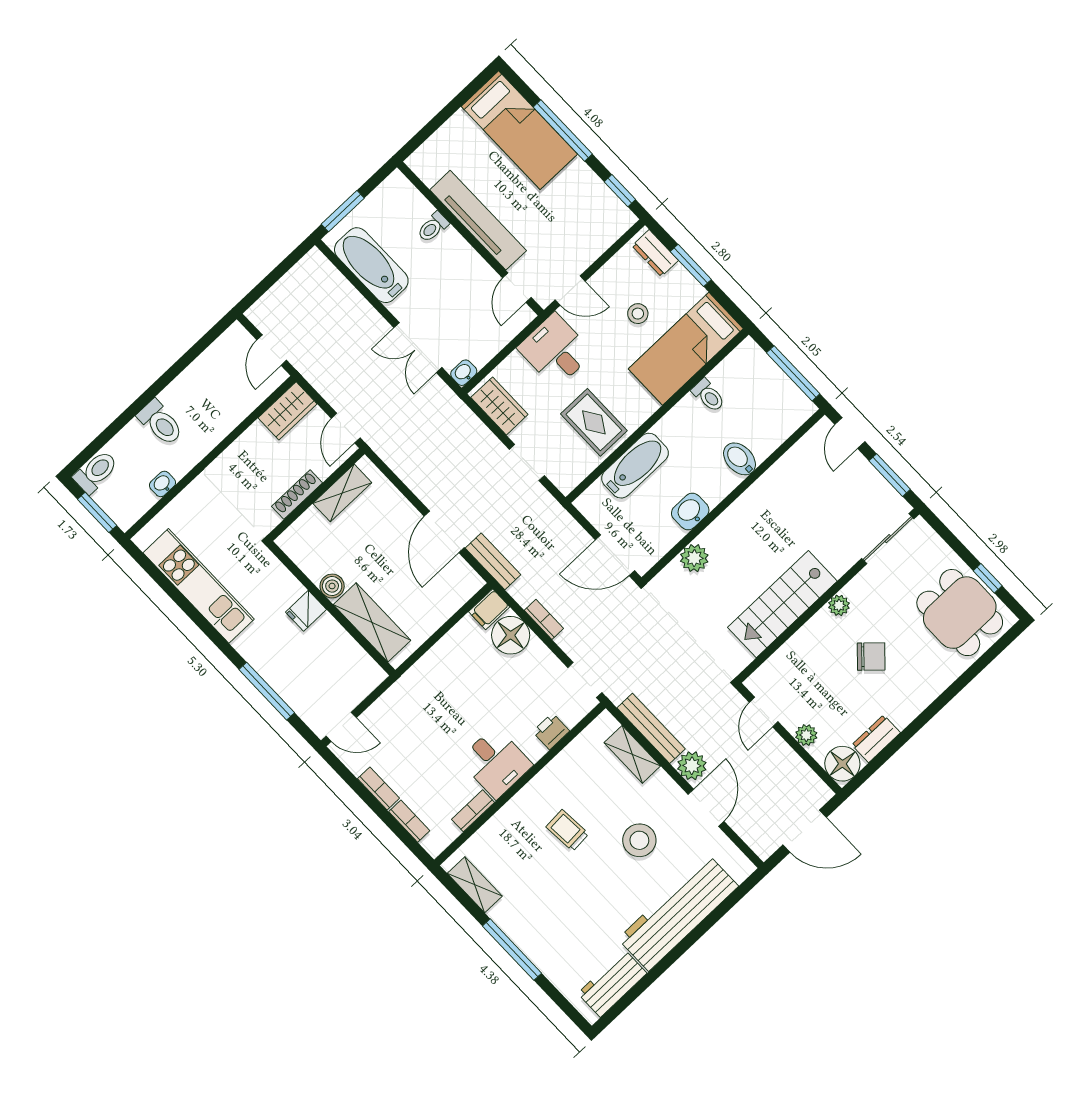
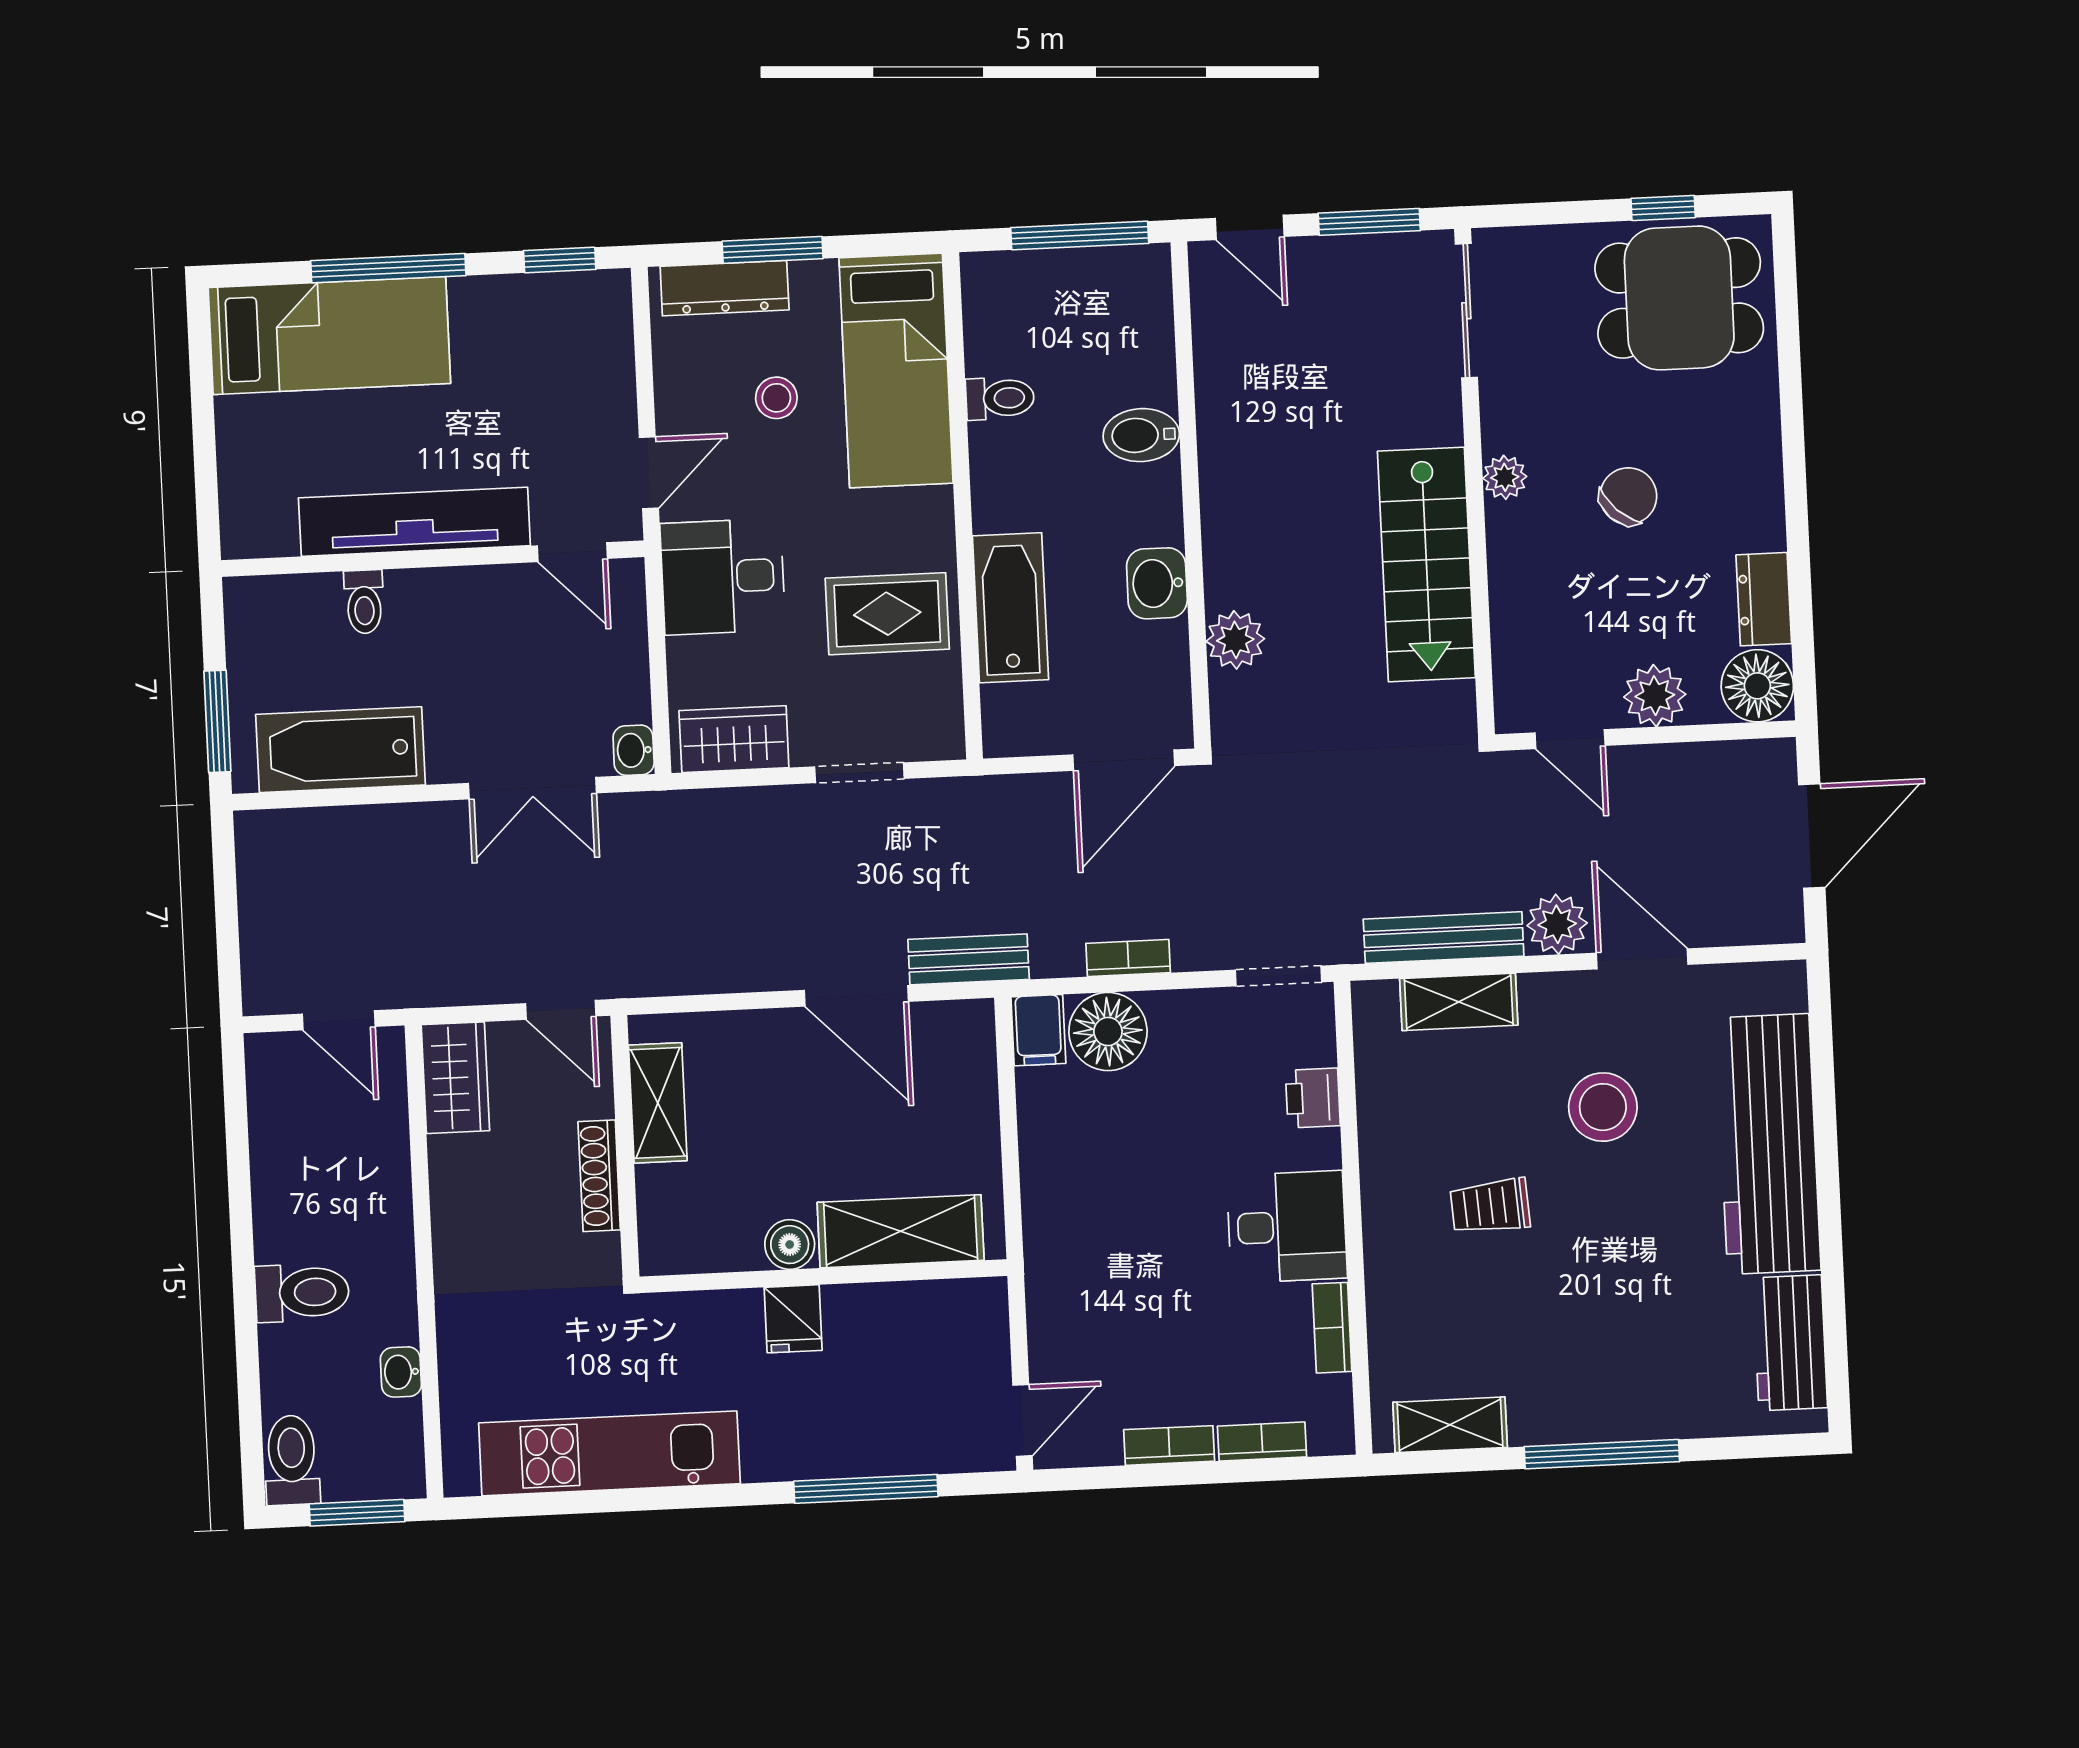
dresser: (655, 253) -> (725, 288), width x1.44
plant: (806, 735) -> (1655, 696), width x1.38, depth x1.38

